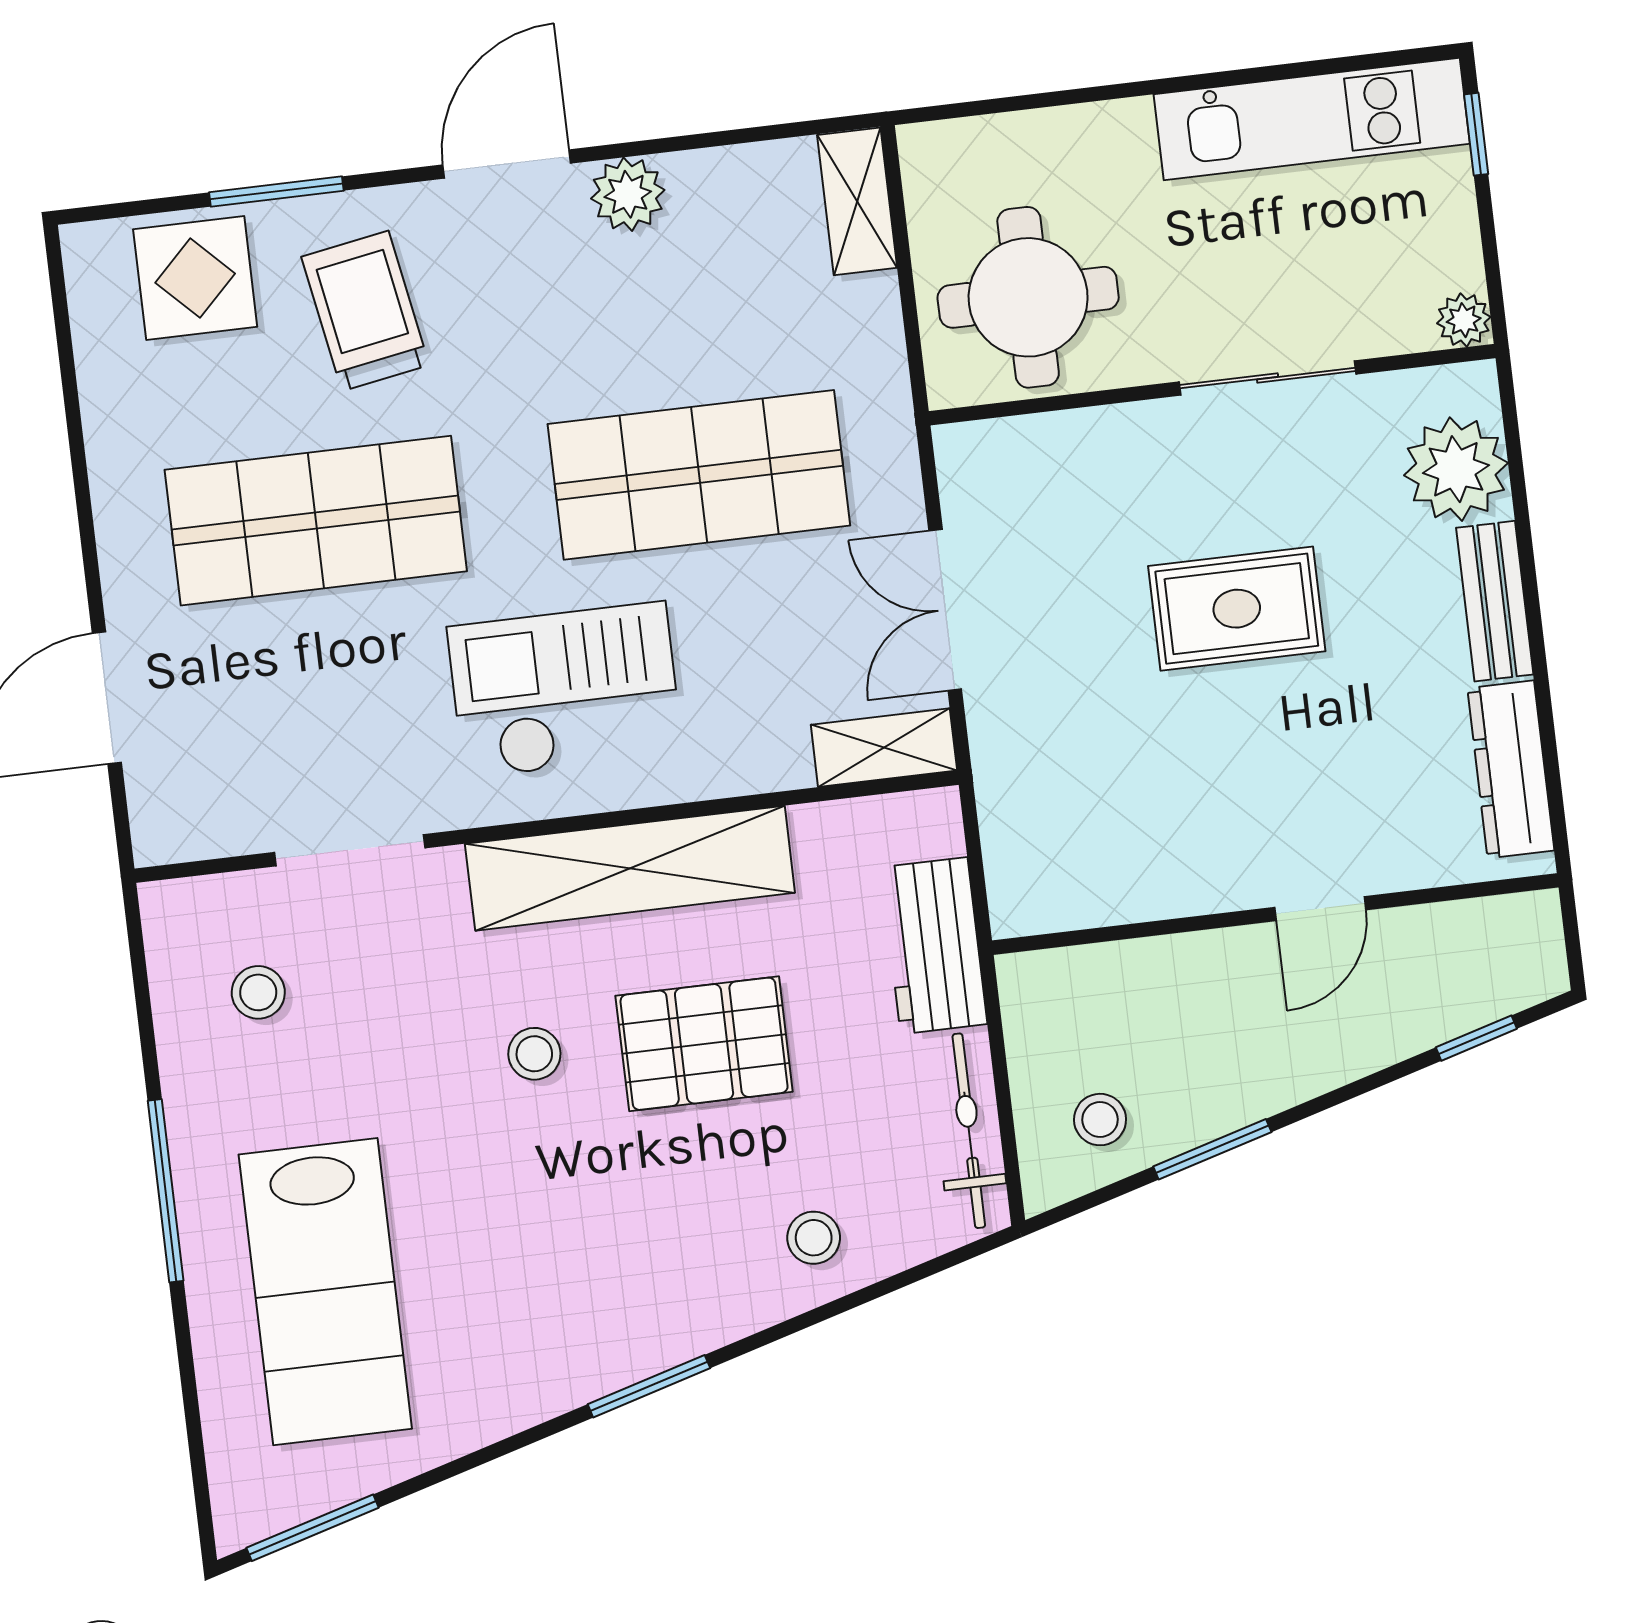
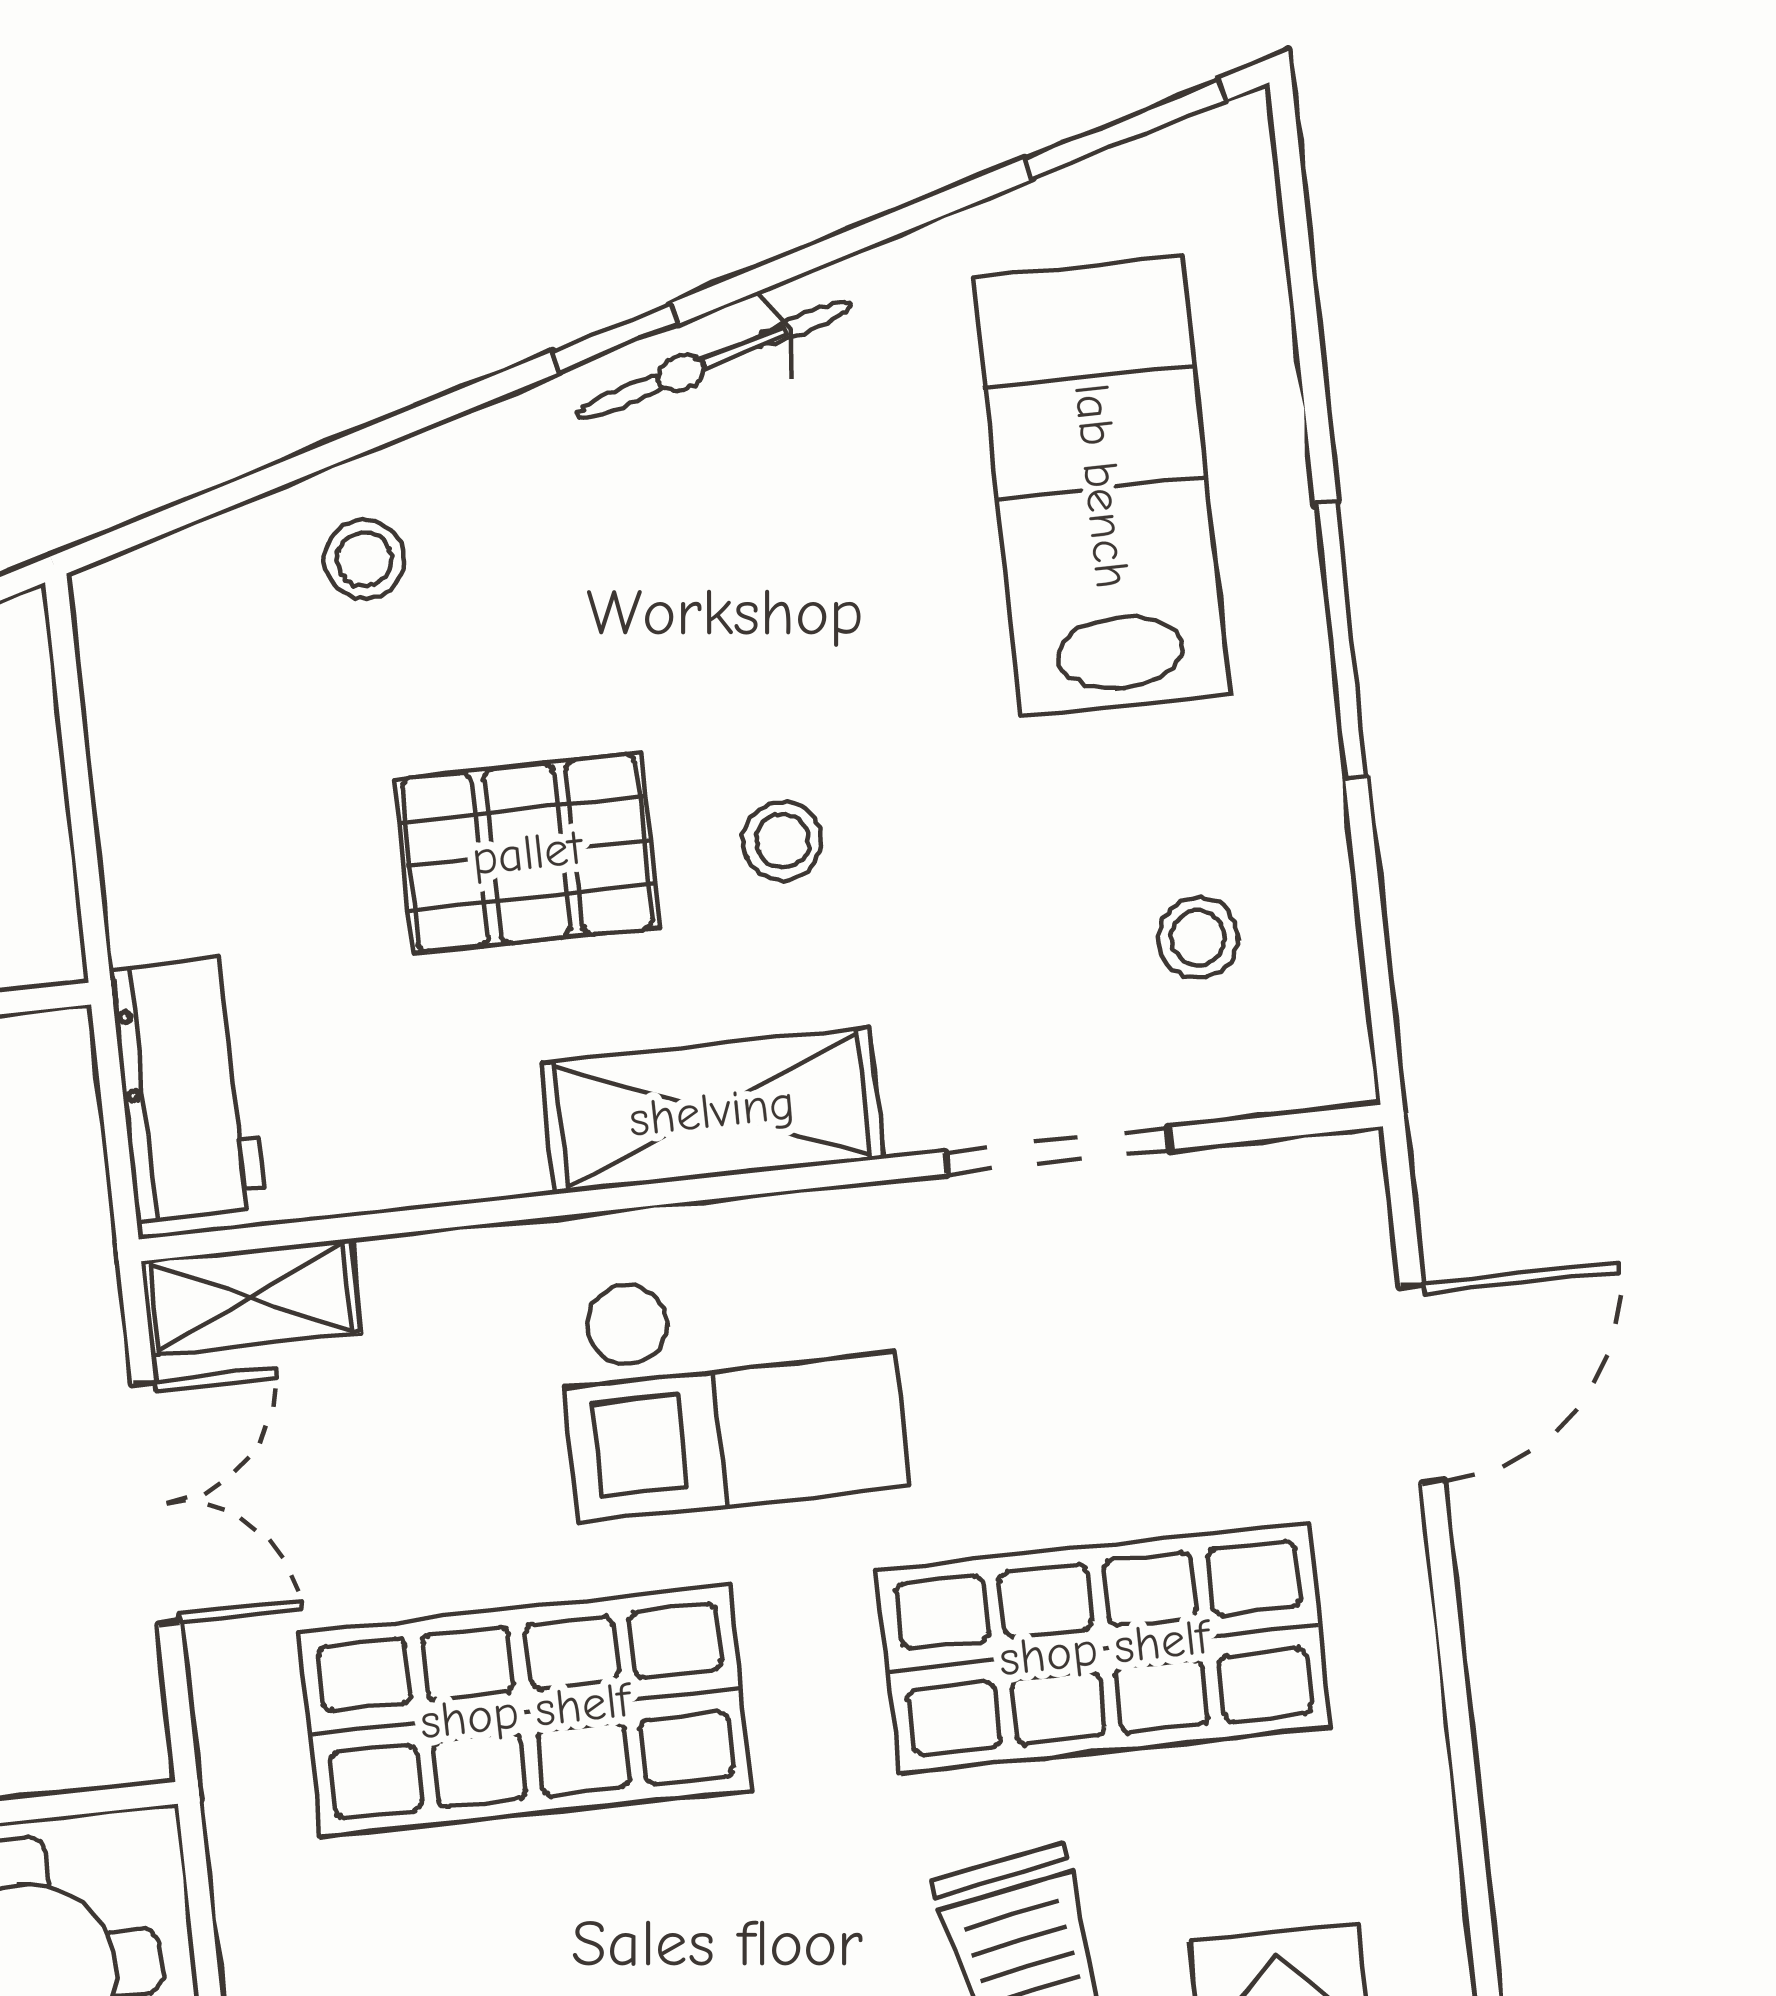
shelving: (630, 868) -> (712, 1111), width x0.68
workbench: (934, 946) -> (188, 1089), moved
bicycle: (969, 1131) -> (713, 360), moved, turned 74
window: (649, 1386) -> (615, 338), width x0.67

